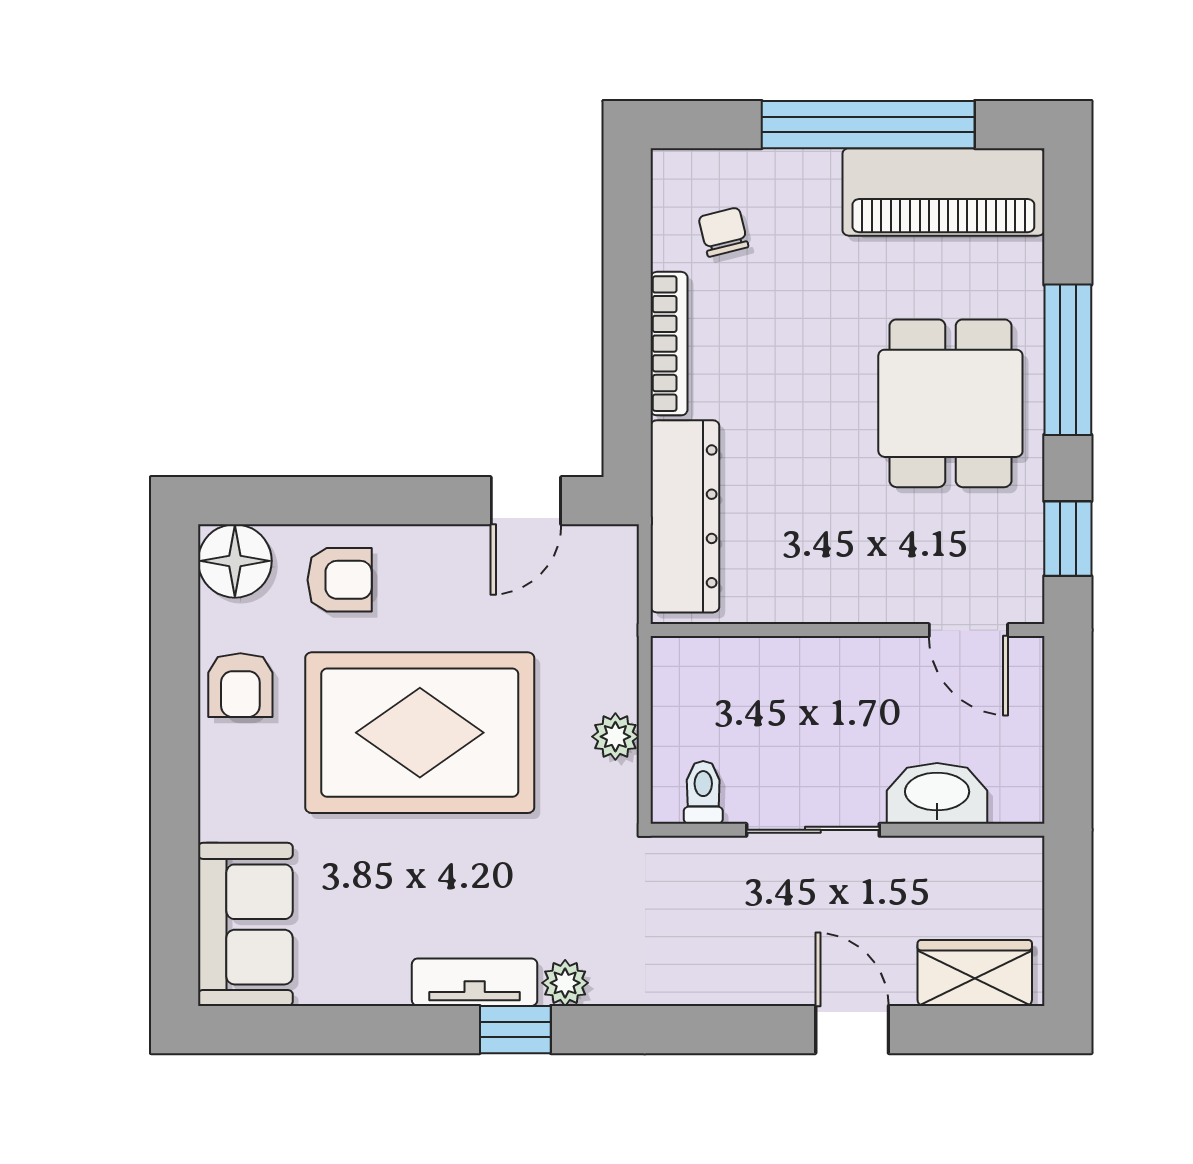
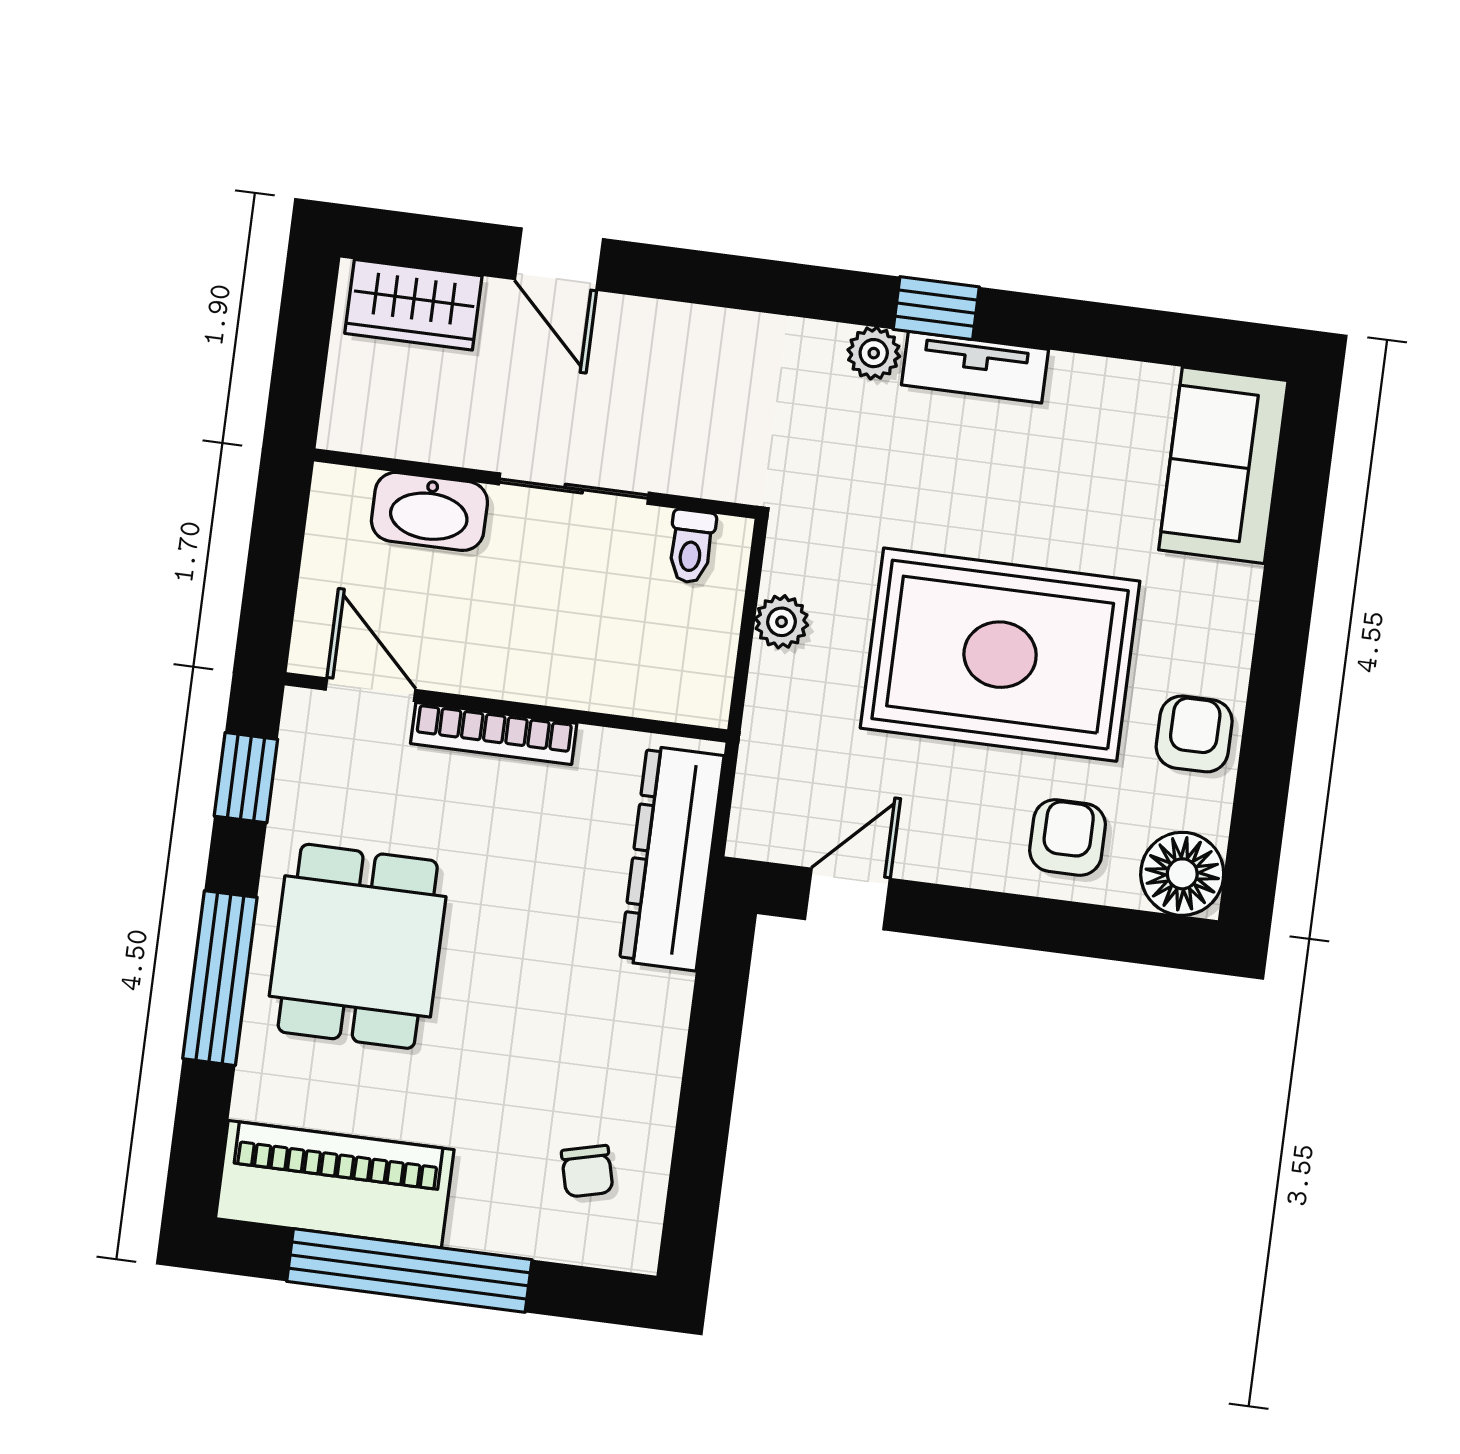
bookcase: (669, 344) -> (494, 733), moved, turned -90
armchair: (340, 580) -> (1068, 838), turned 90

